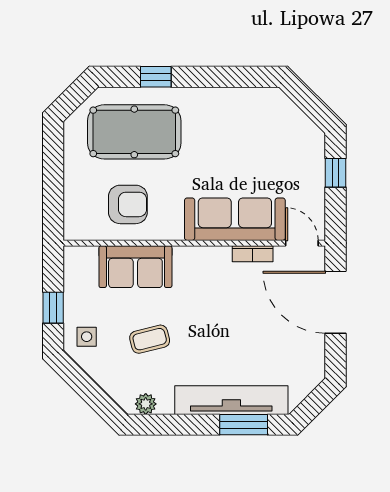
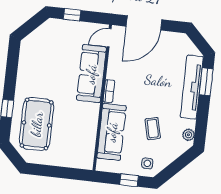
armchair: (128, 204) -> (76, 132), removed
bookcase: (253, 254) -> (109, 91), moved
sofa: (135, 267) -> (112, 132), width x1.36

